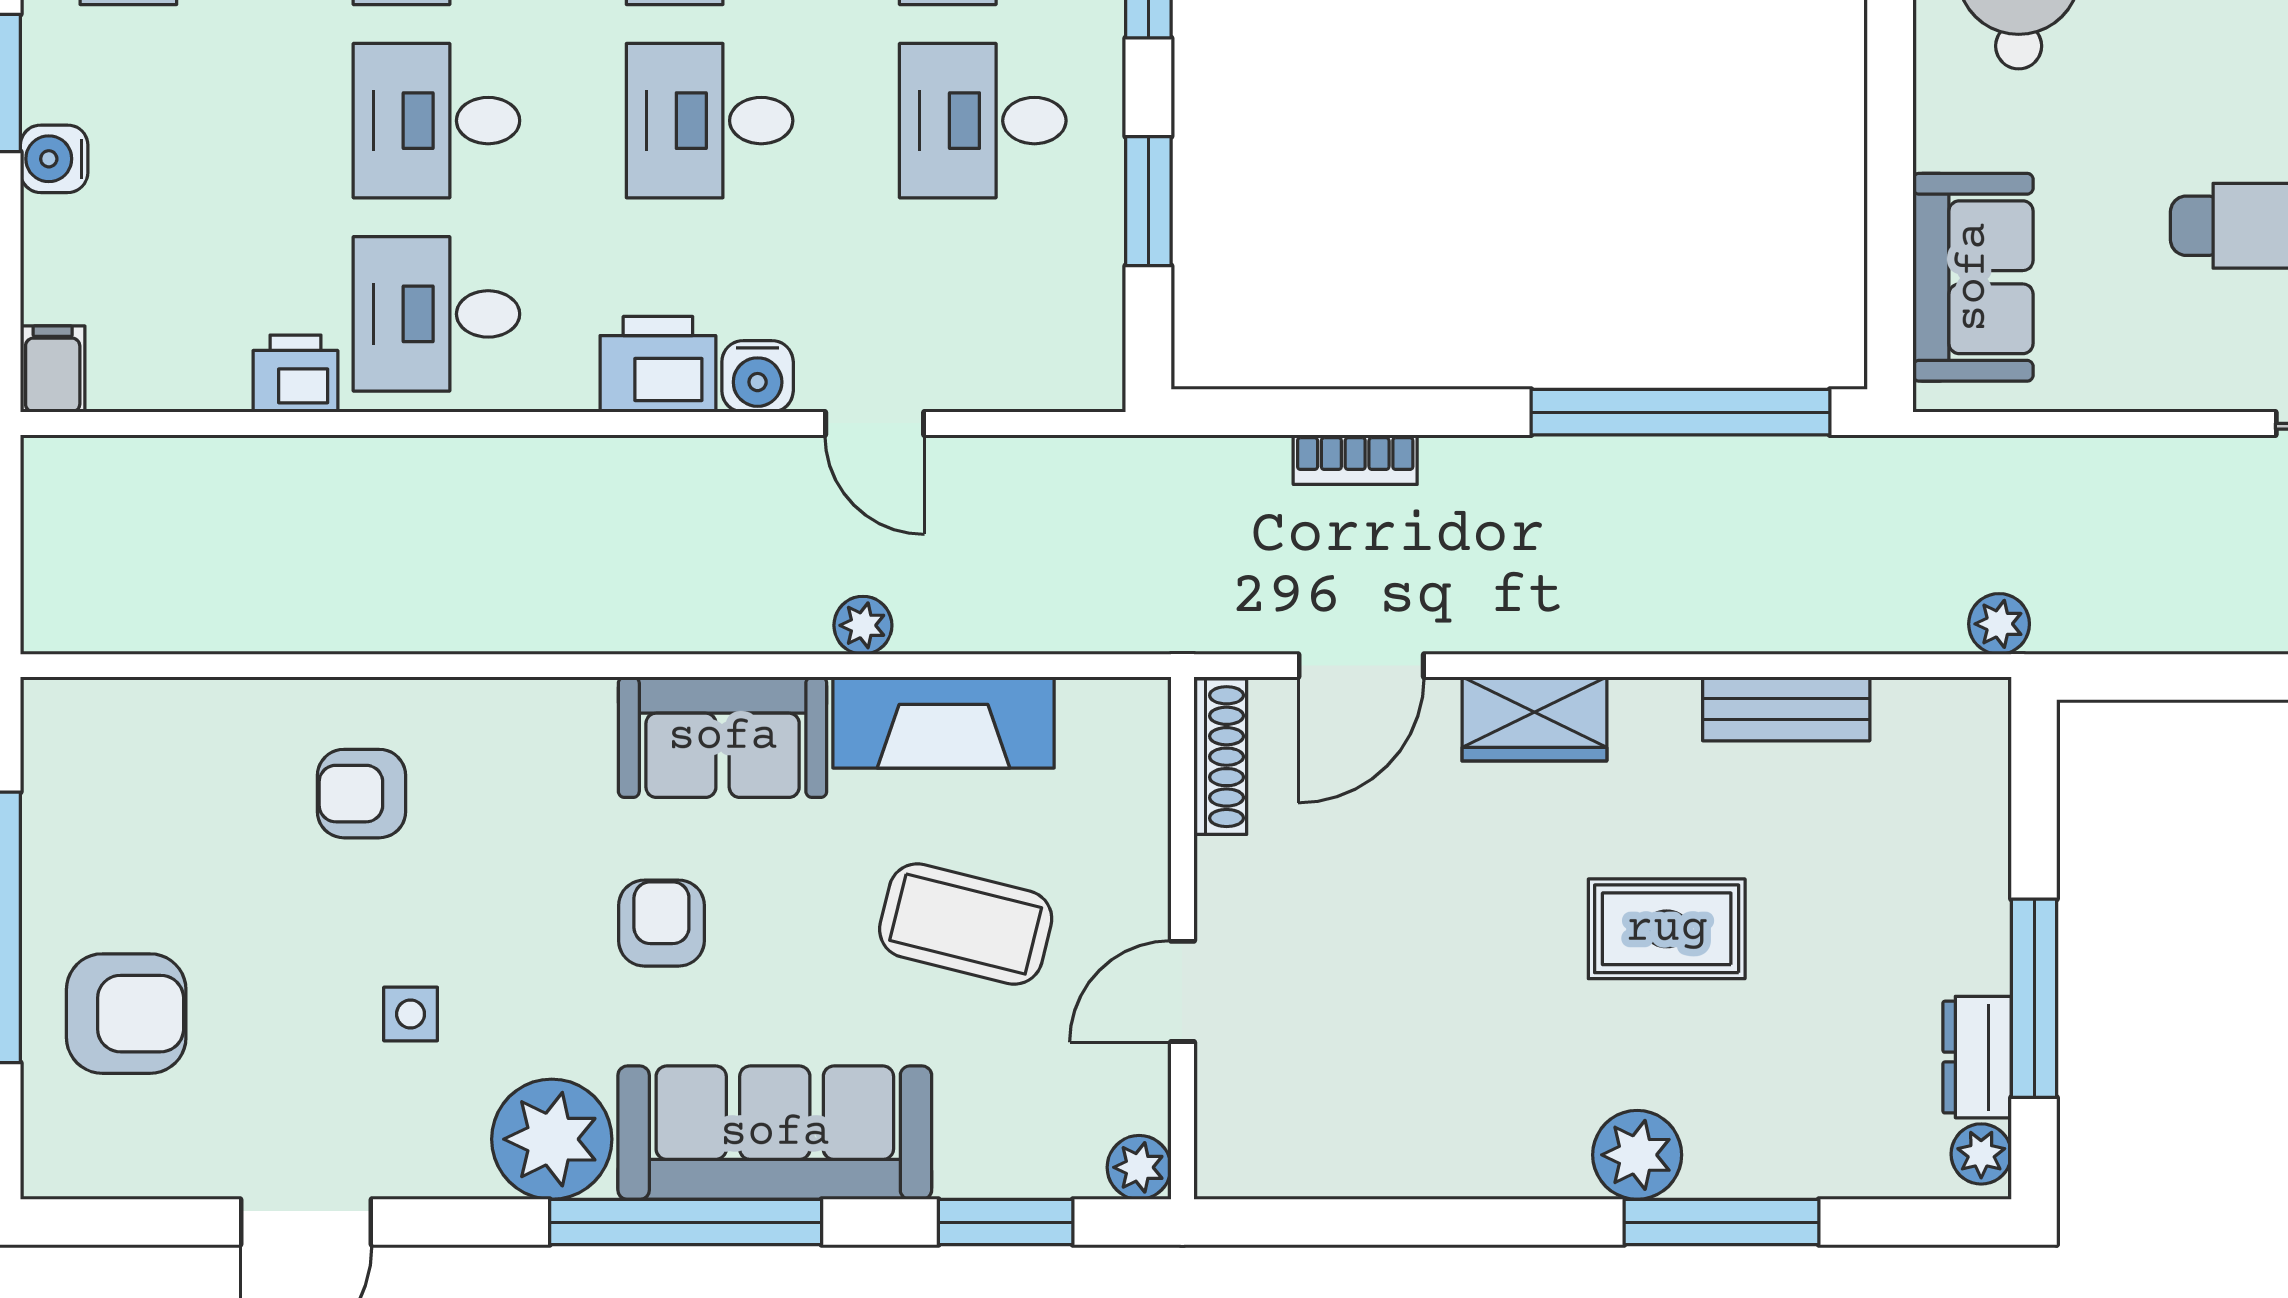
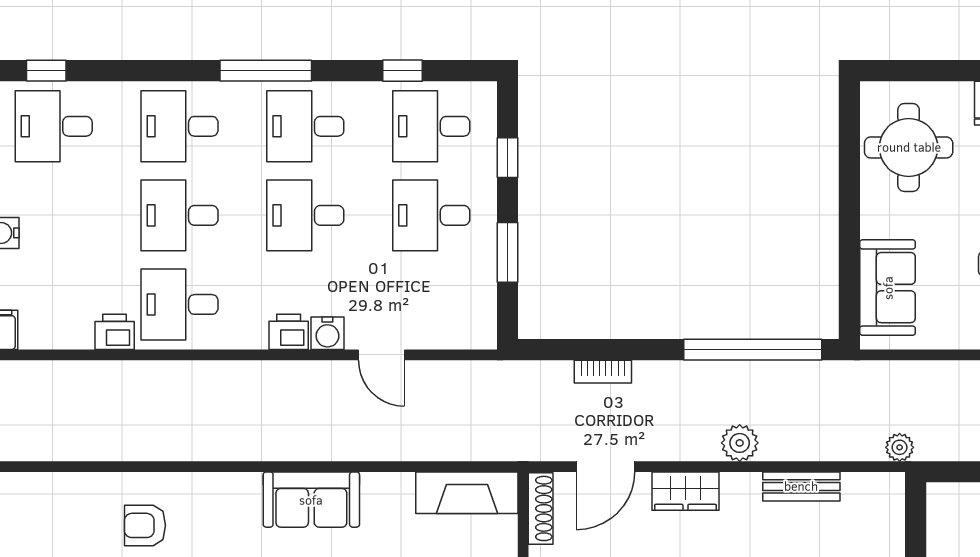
printer: (658, 364) -> (289, 332), width x0.73, depth x0.81
plant: (863, 625) -> (740, 443), moved, width x1.38, depth x1.38
fireplace: (944, 723) -> (467, 493), moved

